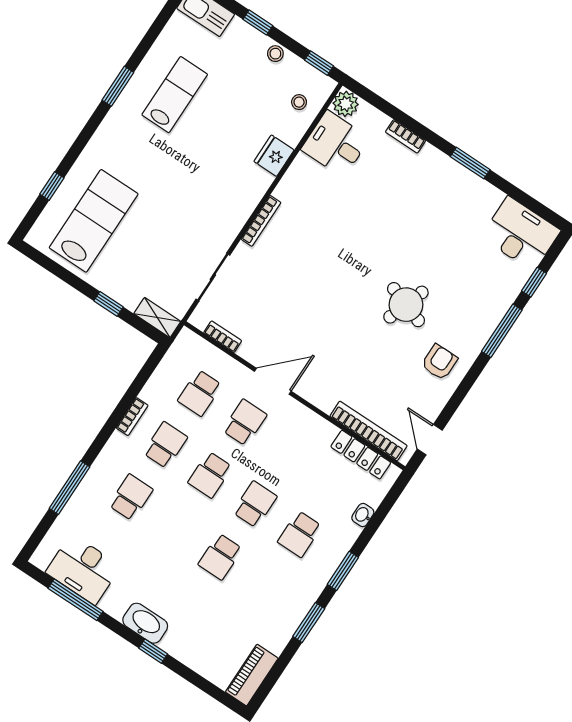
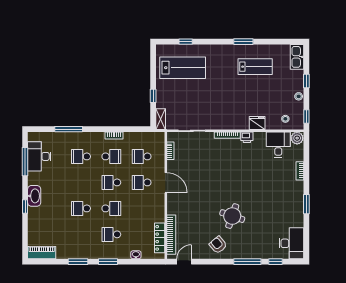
printer: (287, 189) -> (247, 137), added
armchair: (439, 362) -> (218, 245), turned -130
school desk: (245, 423) -> (142, 182), turned 180
school desk: (131, 497) -> (81, 156), turned 180

